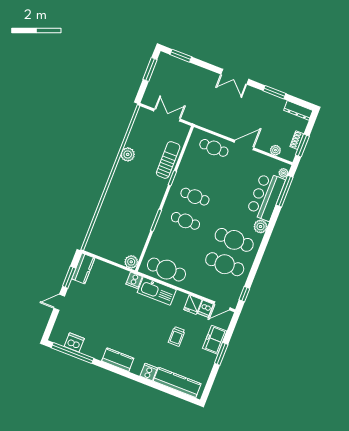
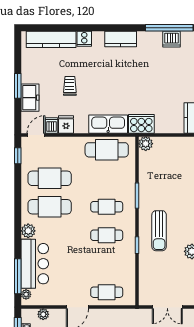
sun lounger: (168, 160) -> (159, 231), moved
cooker: (134, 280) -> (141, 124), width x1.87, depth x1.31

